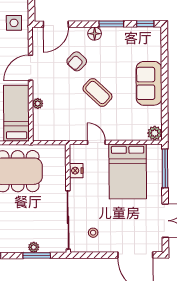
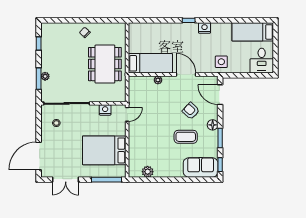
sofa: (149, 83) -> (201, 167), moved
coffee table: (97, 92) -> (186, 137), moved, turned 47
plant: (155, 133) -> (148, 172), moved
door: (96, 142) -> (127, 114), moved

